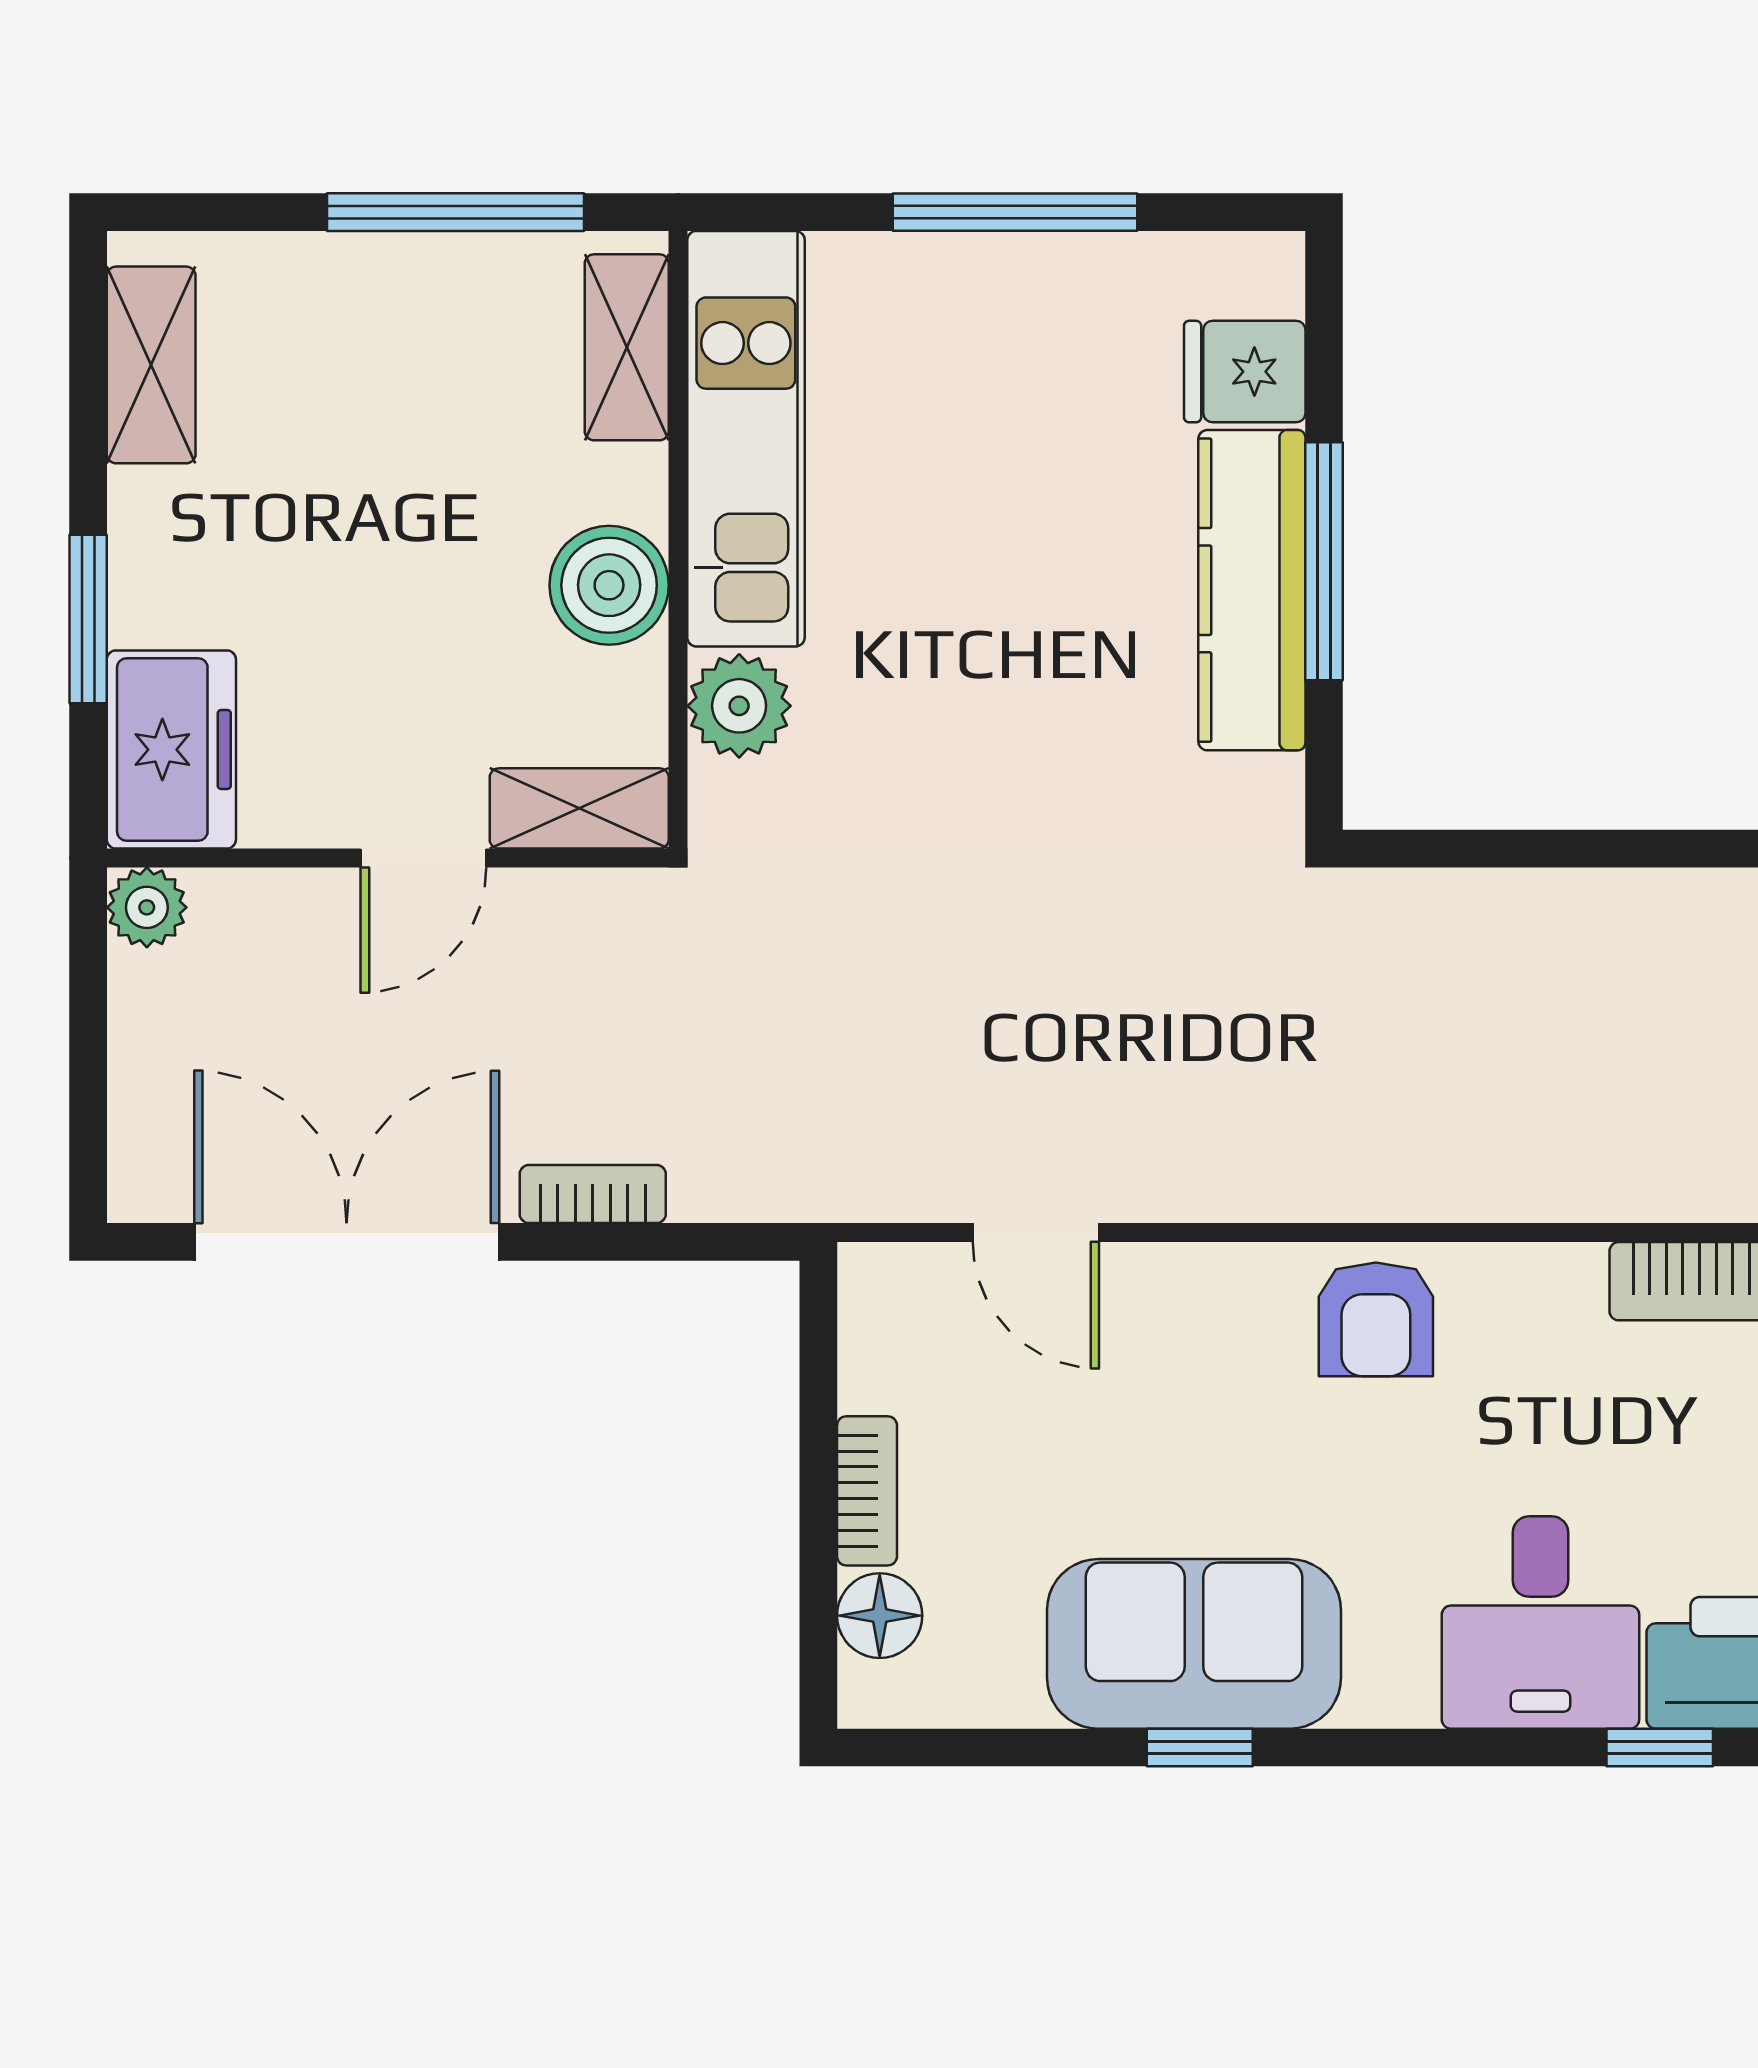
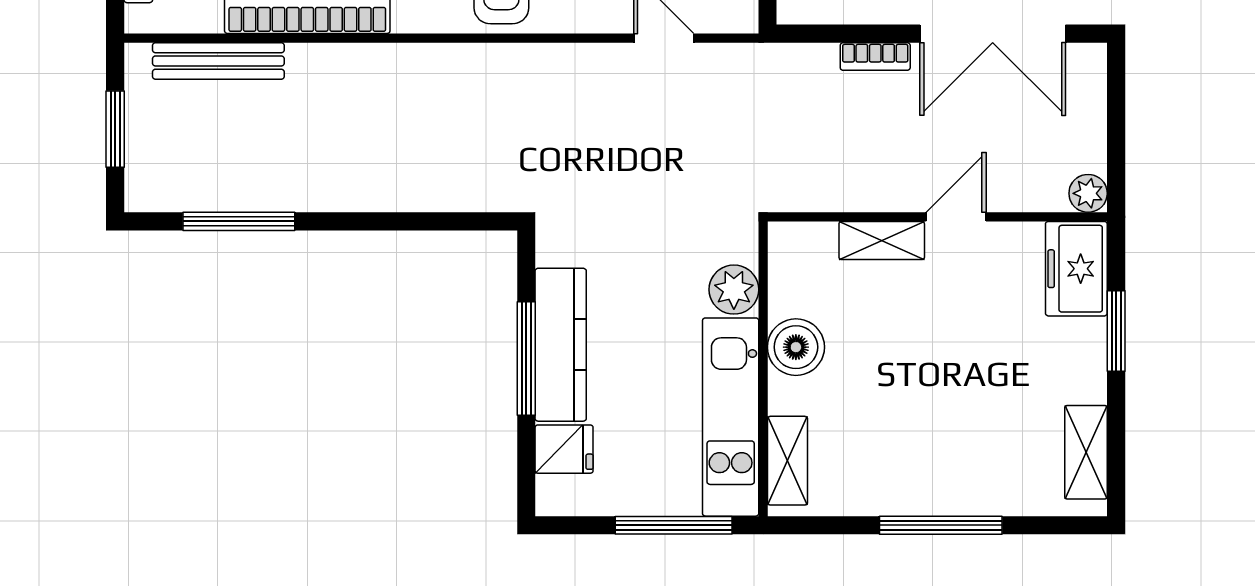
shelving: (627, 347) -> (788, 461), moved
kitchen unit: (746, 439) -> (731, 417), moved
wall: (678, 540) -> (763, 369), moved
boiler: (609, 585) -> (796, 347), moved
plant: (739, 706) -> (734, 290), moved

